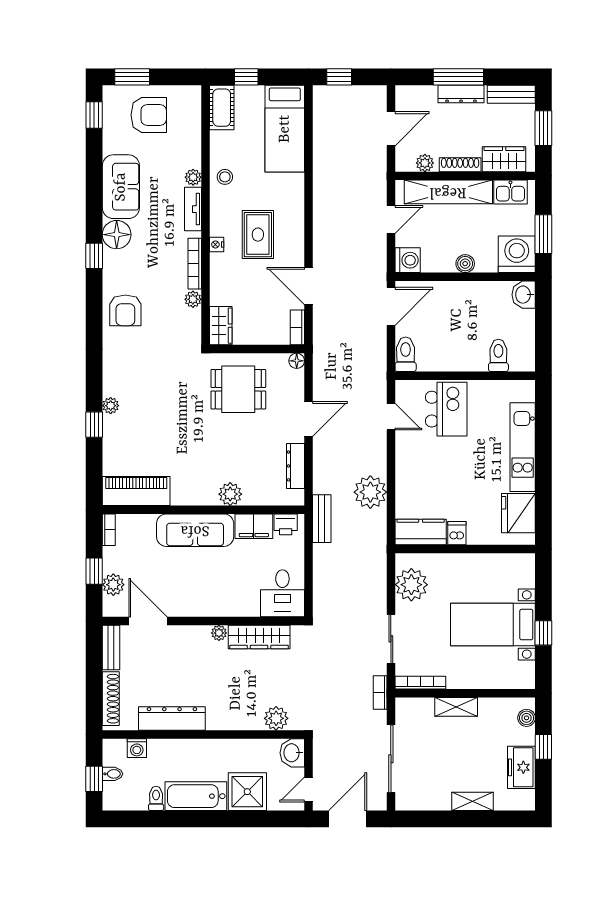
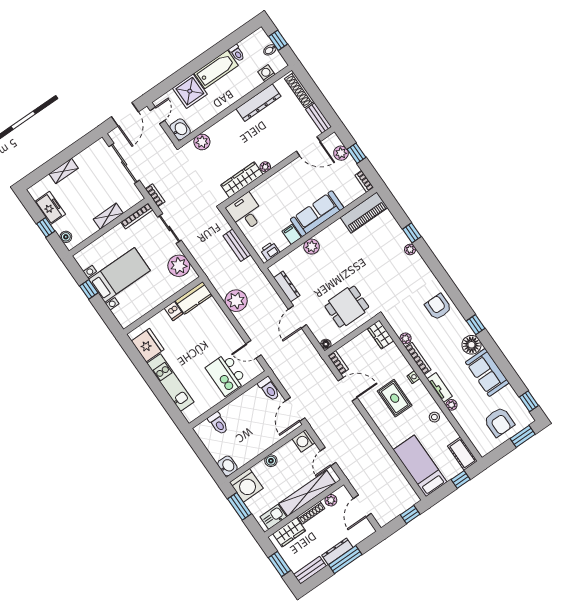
armchair: (149, 115) -> (499, 422), turned -90
bench: (322, 519) -> (237, 245), moved
filing cabinet: (254, 526) -> (292, 234), width x0.50

